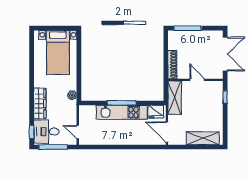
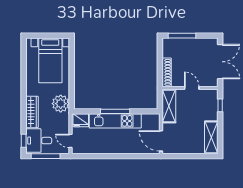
plant: (72, 95) -> (61, 104), width x1.88, depth x1.88
fridge: (156, 112) -> (81, 120), moved
shelving: (203, 138) -> (211, 137), moved, turned 90

